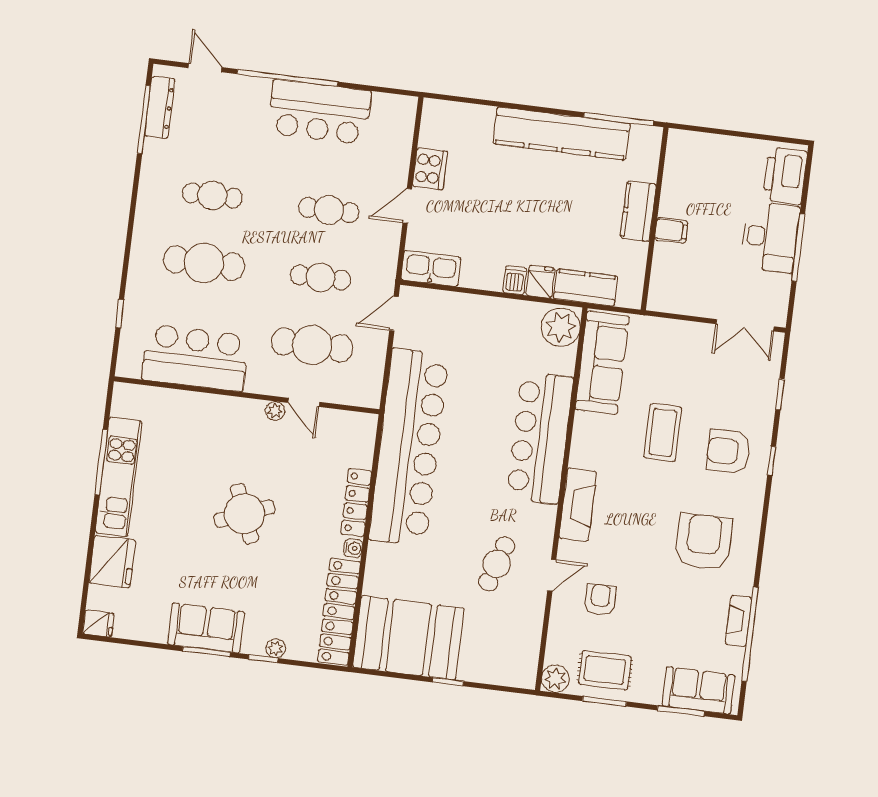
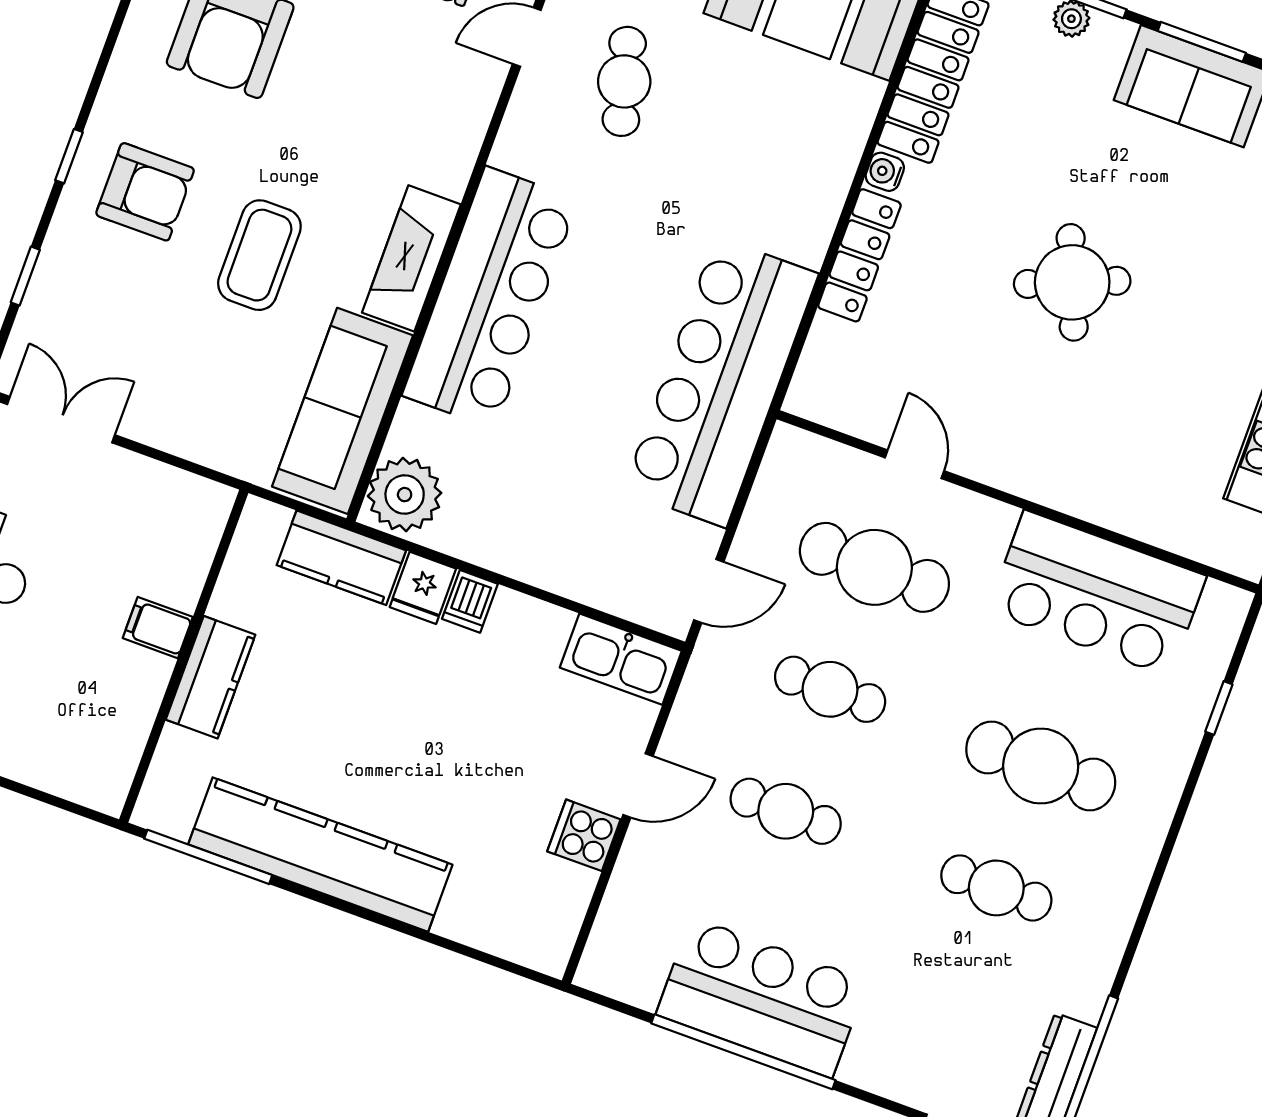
window: (287, 78) -> (743, 1052), moved
cooker: (430, 169) -> (584, 835), width x0.73
plant: (275, 411) -> (971, 461), removed
bar counter: (409, 447) -> (721, 382), width x0.73
fireplace: (578, 505) -> (411, 258), moved
cafe table: (497, 564) -> (624, 81), turned -33

